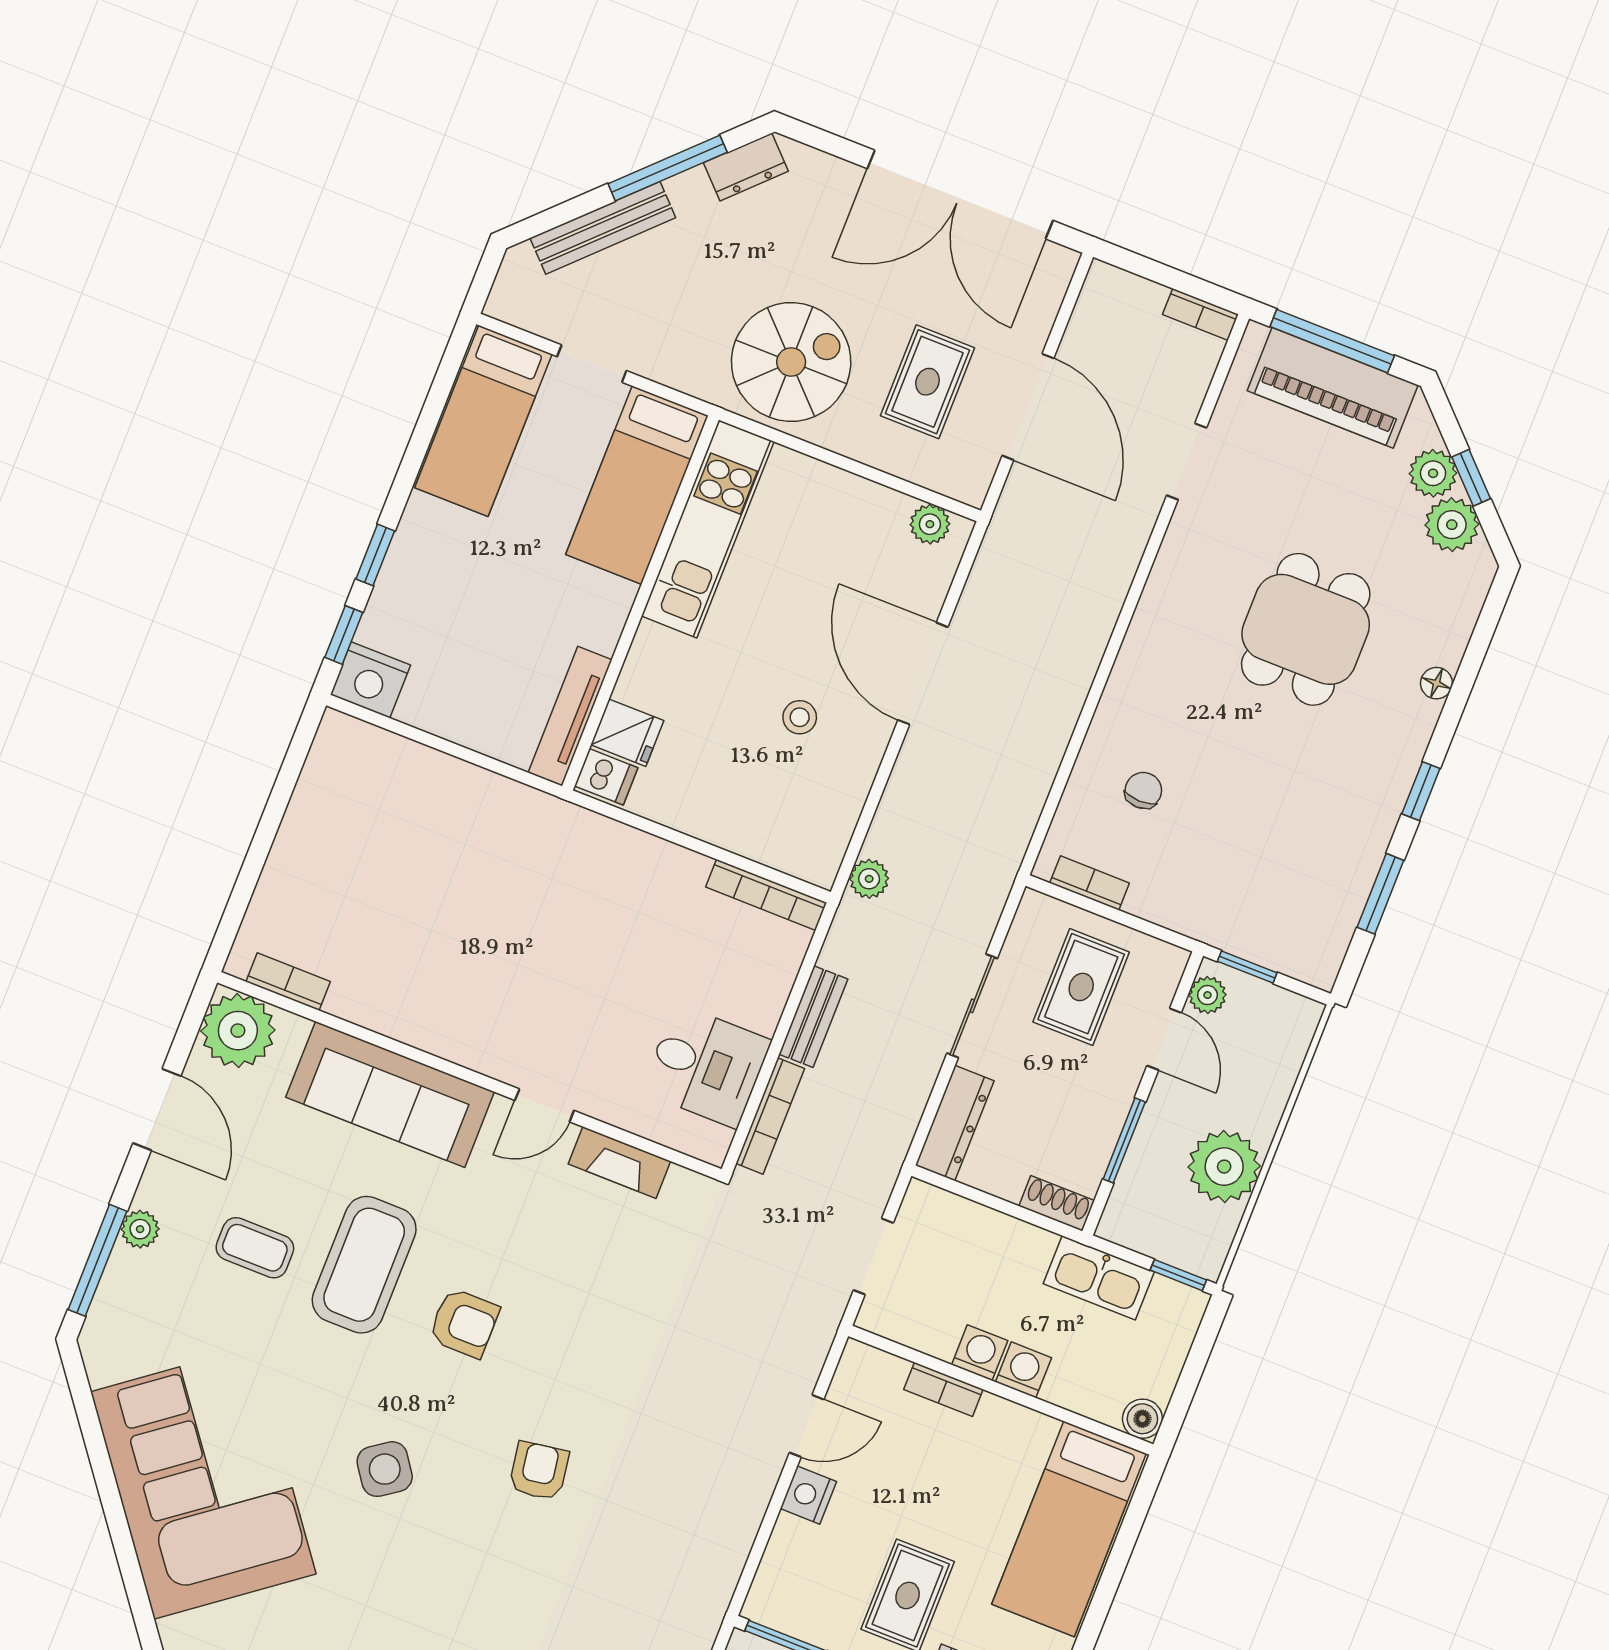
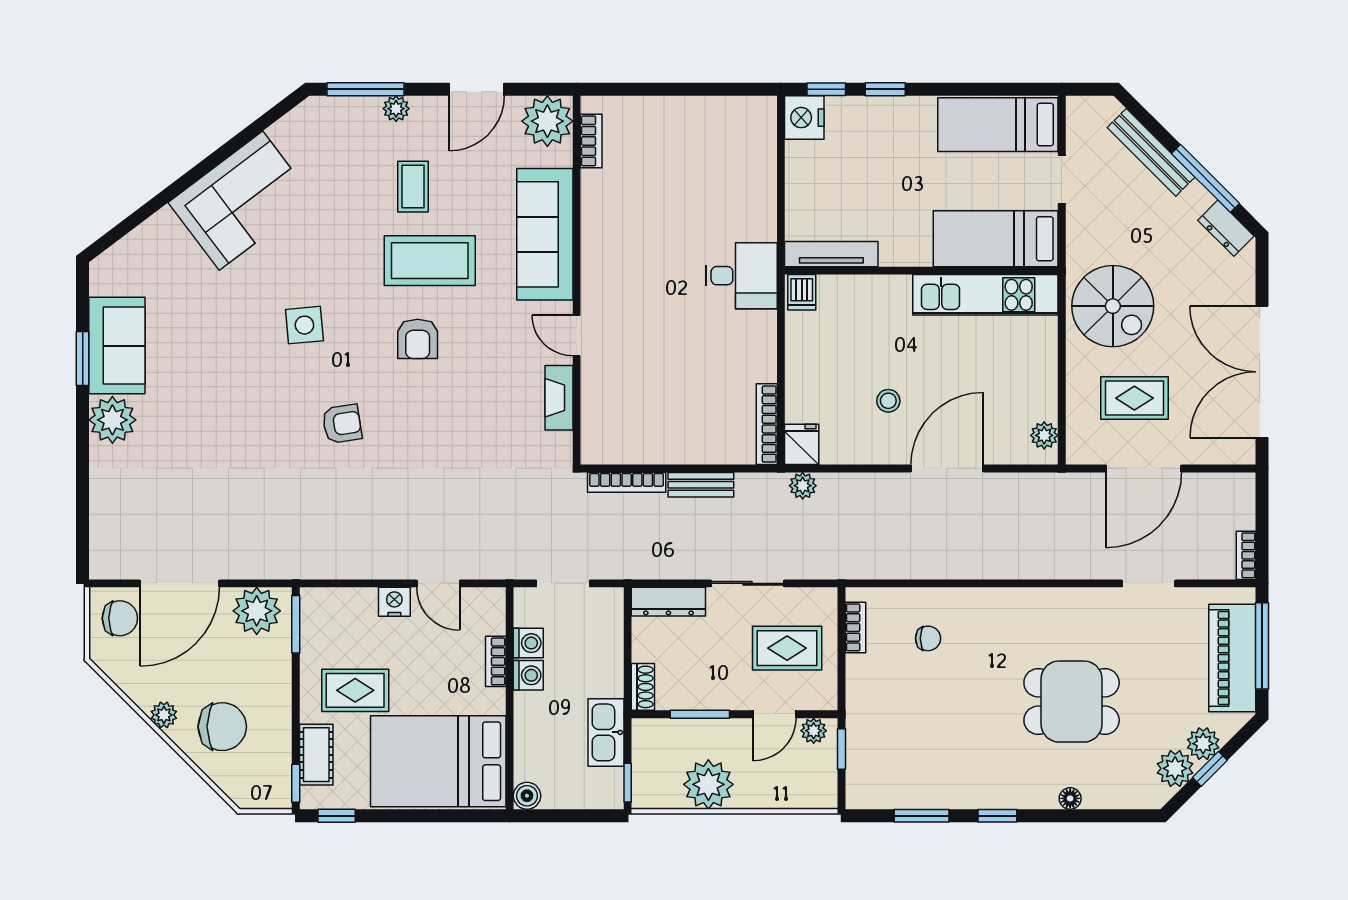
fridge: (627, 733) -> (802, 444), moved, turned 180
desk: (706, 1066) -> (741, 276), moved, turned -90
washing machine: (1023, 1370) -> (528, 643), moved
side table: (385, 1469) -> (304, 325), turned 30
corner sofa: (203, 1483) -> (241, 201), width x0.73, depth x0.74
bed: (1069, 1529) -> (438, 761), width x1.50

